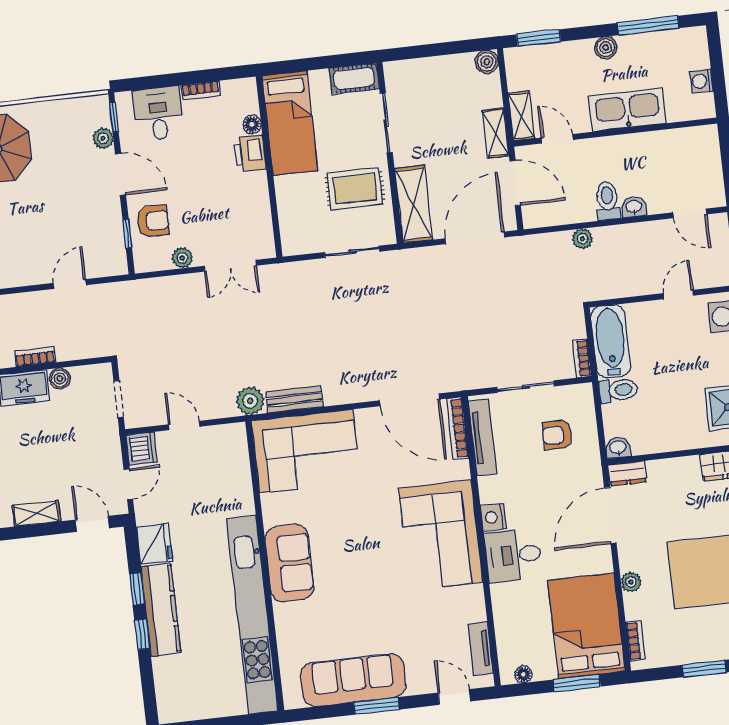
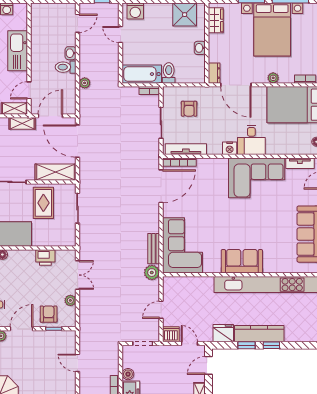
printer: (250, 153) -> (45, 257), moved
washbasin: (618, 448) -> (200, 48), moved
corner sofa: (441, 535) -> (257, 178), moved

